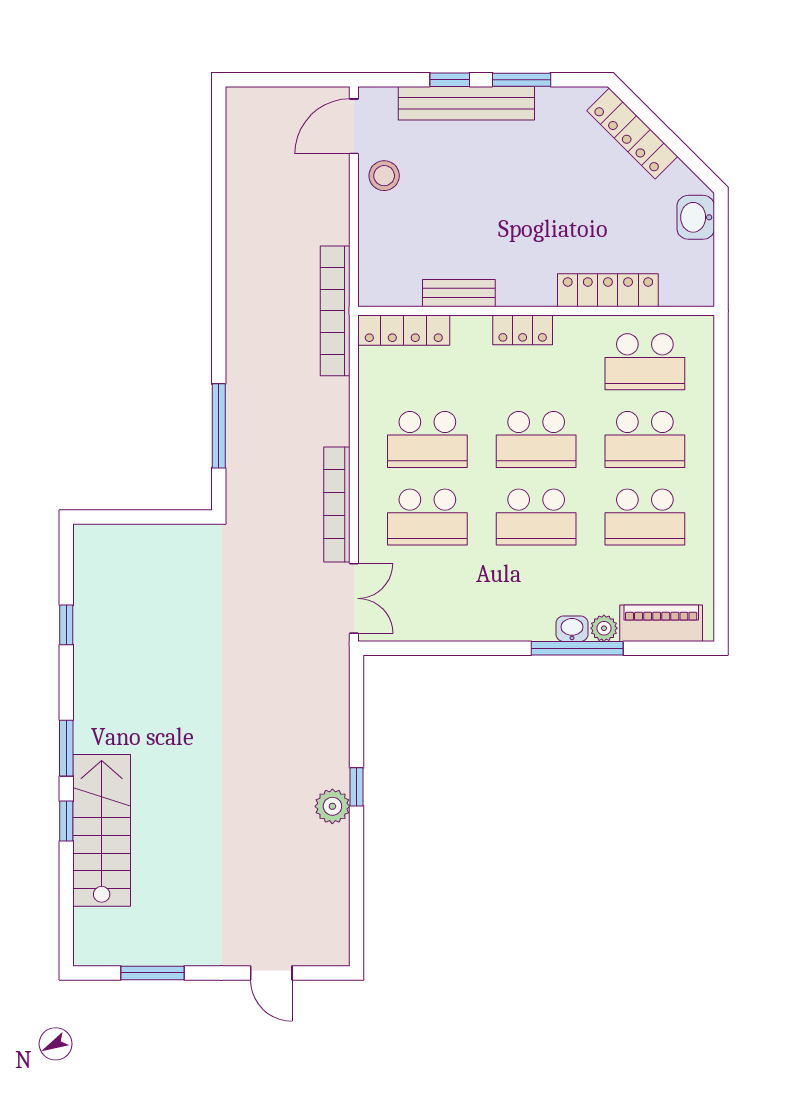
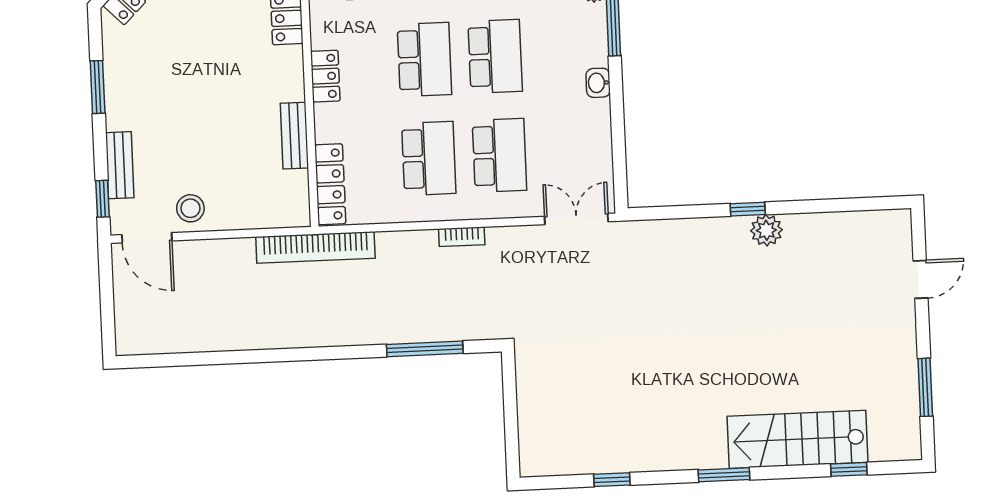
window: (450, 80) -> (102, 199), moved
bench: (466, 103) -> (120, 165), width x0.54, depth x0.82
bookcase: (337, 504) -> (462, 237), width x0.43, depth x0.76
washbasin: (572, 629) -> (598, 83), moved
window: (66, 821) -> (849, 469), moved

